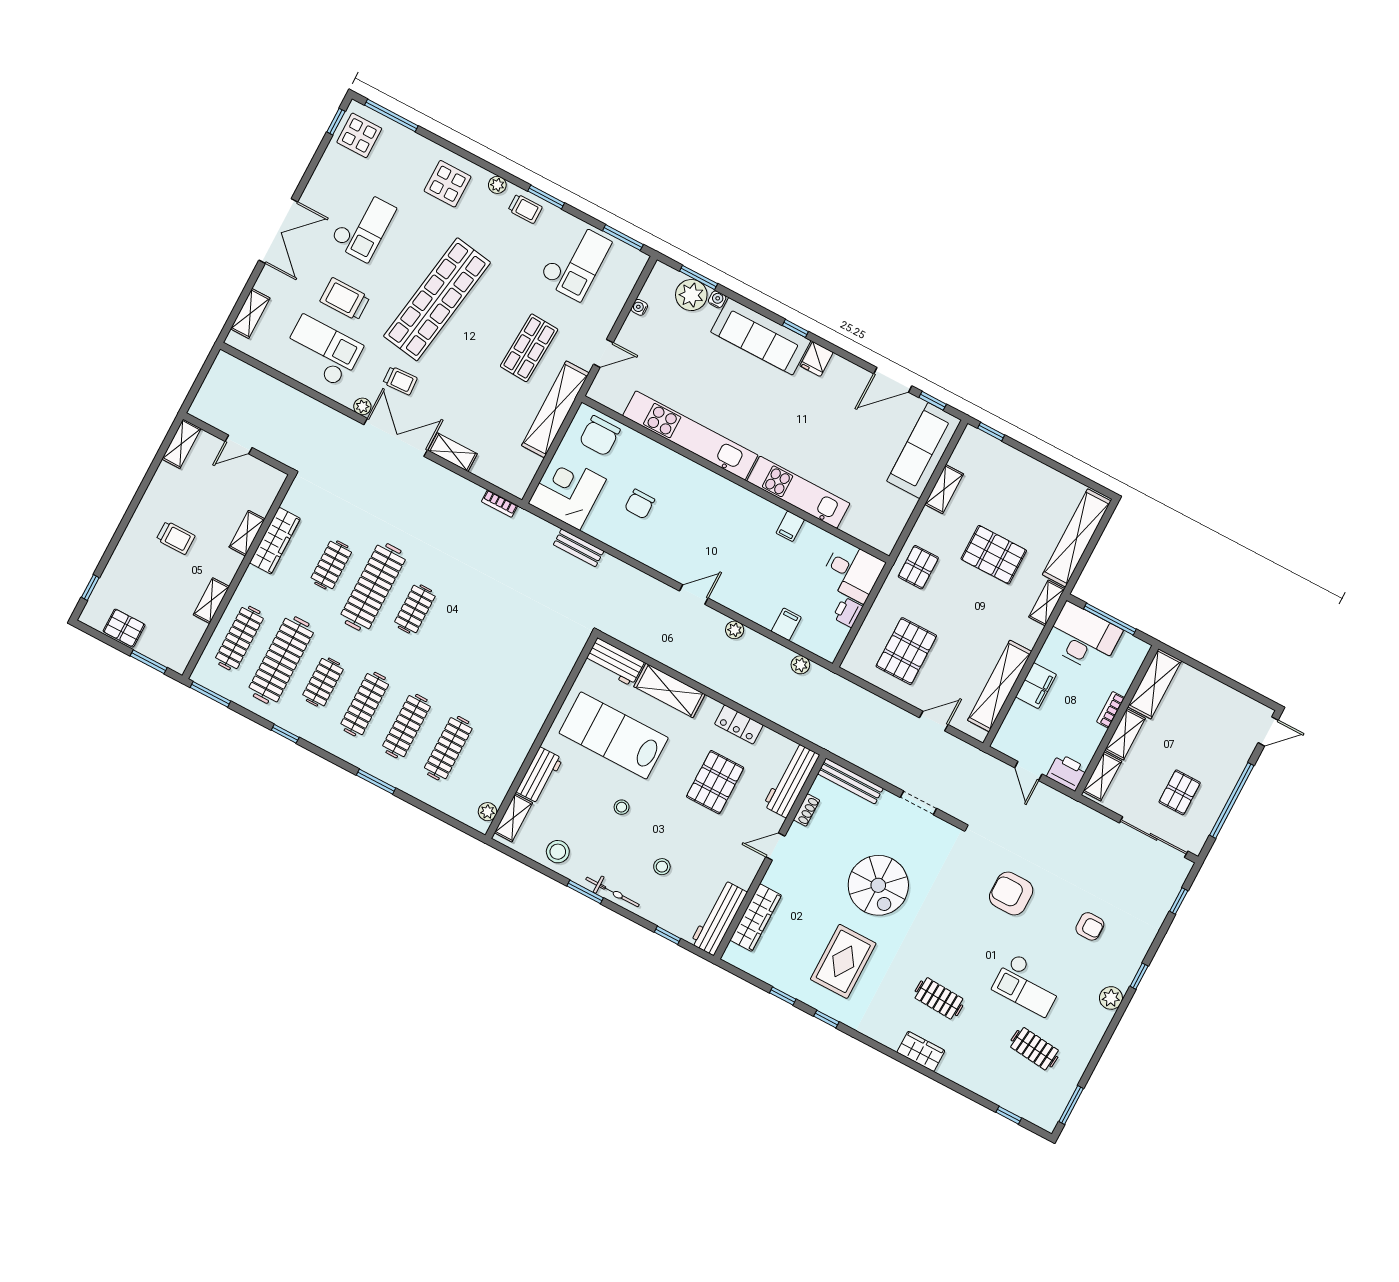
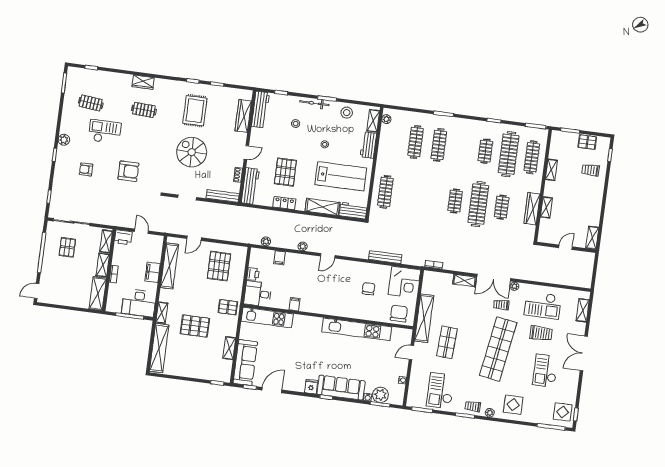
kitchen unit: (798, 492) -> (267, 318), moved
trolley: (176, 538) -> (591, 170), moved
bench: (579, 548) -> (385, 257), width x1.36
pallet: (918, 567) -> (228, 307), turned 90
clothes rail: (365, 704) -> (385, 192), moved

